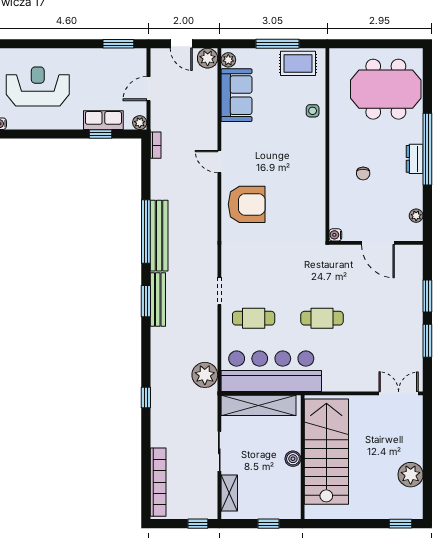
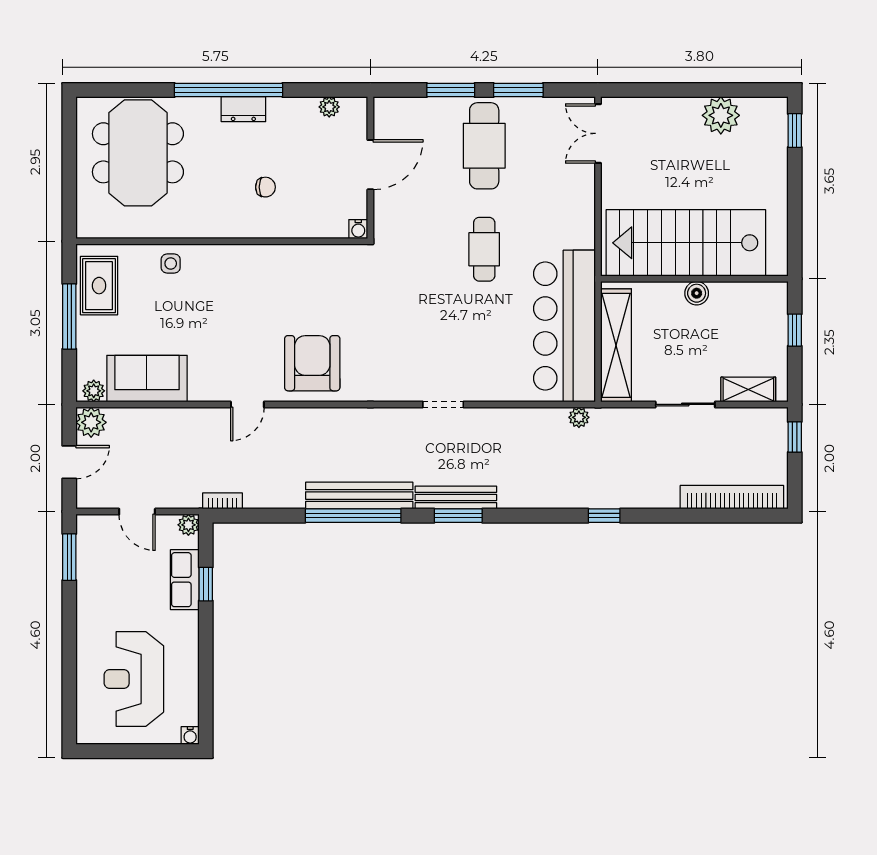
cafe table: (254, 318) -> (484, 146), moved, width x1.37, depth x1.35
plant: (205, 375) -> (579, 417), width x0.53, depth x0.53

